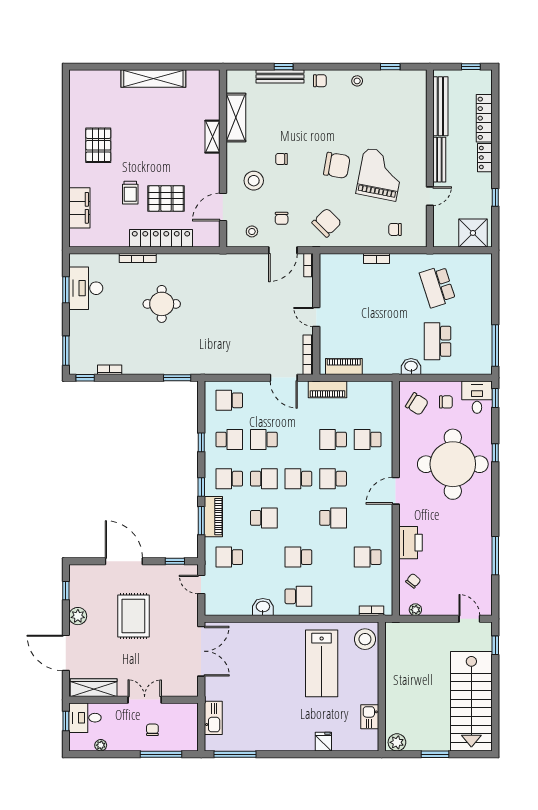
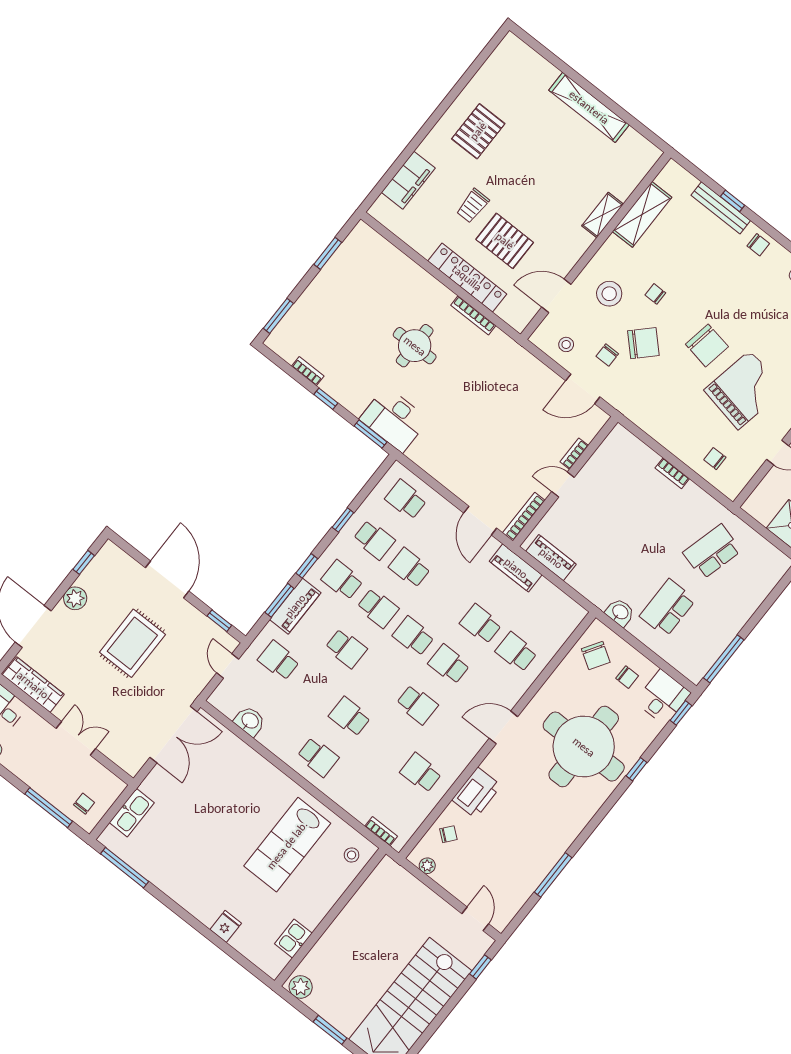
chair: (327, 223) -> (643, 343), moved
bookcase: (138, 258) -> (473, 315), moved
bookcase: (309, 265) -> (574, 454), moved
school desk: (438, 287) -> (712, 552), turned 33
desk: (86, 288) -> (394, 419), moved, turned -90
door: (316, 317) -> (563, 485), hinge flipped
window: (85, 378) -> (326, 399), moved
washbasin: (263, 607) -> (250, 721), moved
stool: (365, 639) -> (352, 855), width x0.53, depth x0.53
chair: (152, 730) -> (84, 804), moved

